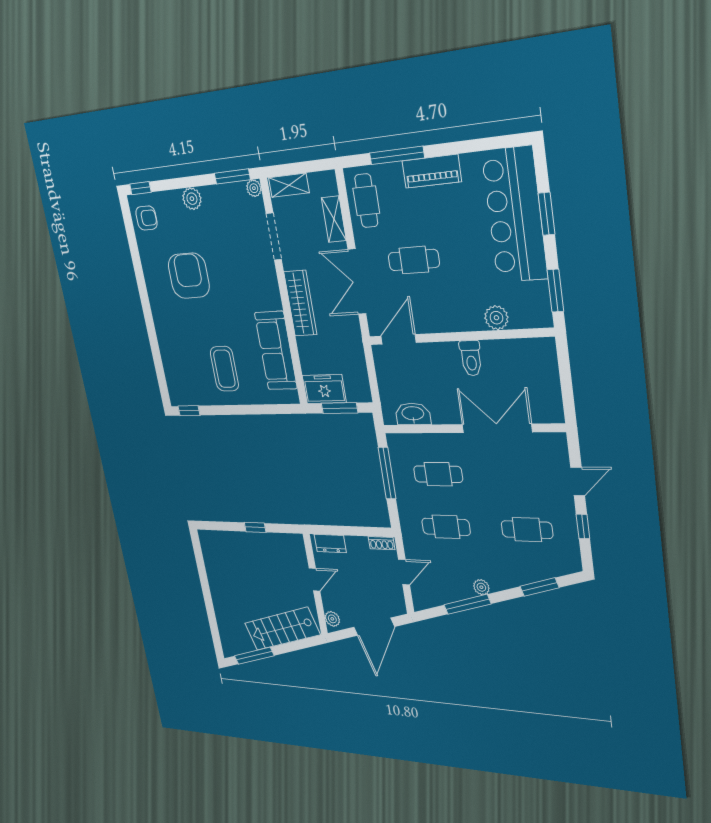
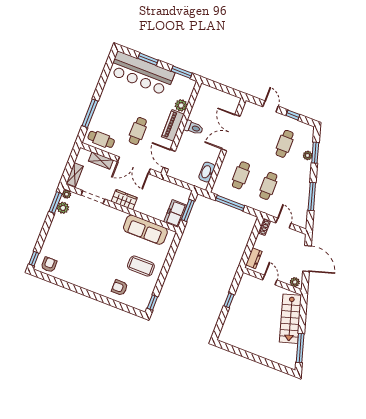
piano: (432, 171) -> (173, 125), moved, turned 180
plant: (192, 199) -> (63, 208), moved
armchair: (189, 276) -> (120, 288), moved, width x0.53, depth x0.53
wardrobe: (300, 303) -> (124, 200), width x0.67
plant: (481, 587) -> (308, 155), moved

